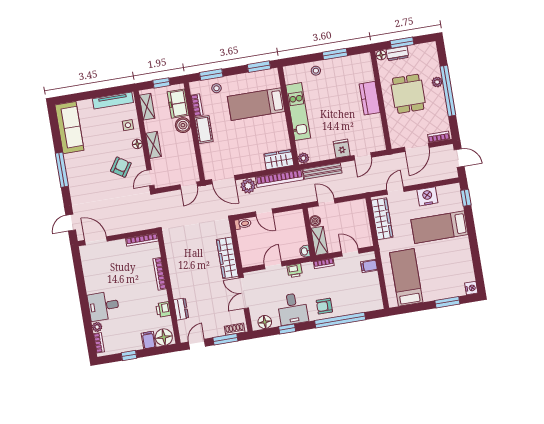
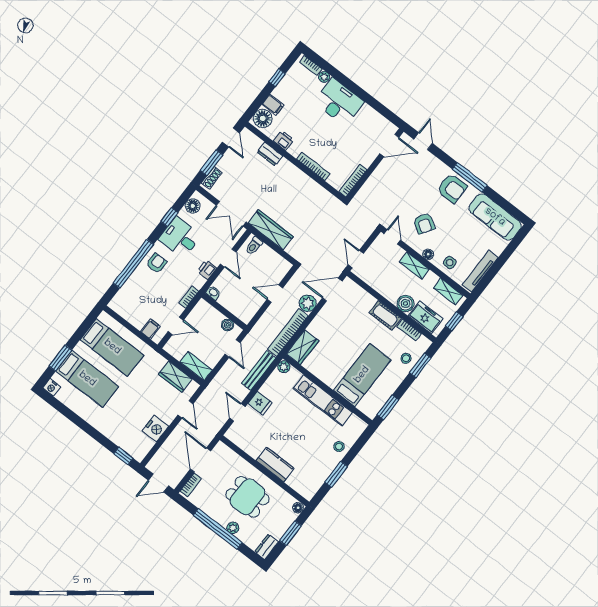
dresser: (397, 53) -> (267, 547), moved
armchair: (81, 173) -> (452, 188), added
door: (326, 202) -> (232, 348), hinge flipped
wardrobe: (382, 219) -> (175, 377), width x0.67
toilet: (243, 224) -> (254, 246), moved
bed: (439, 227) -> (87, 379), moved, turned 90
shelving: (319, 241) -> (196, 366), moved
double door: (244, 293) -> (231, 214), swing flipped
desk: (103, 306) -> (339, 102), width x1.37

